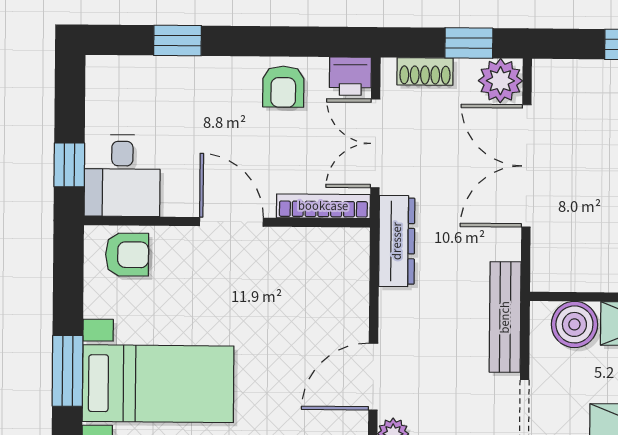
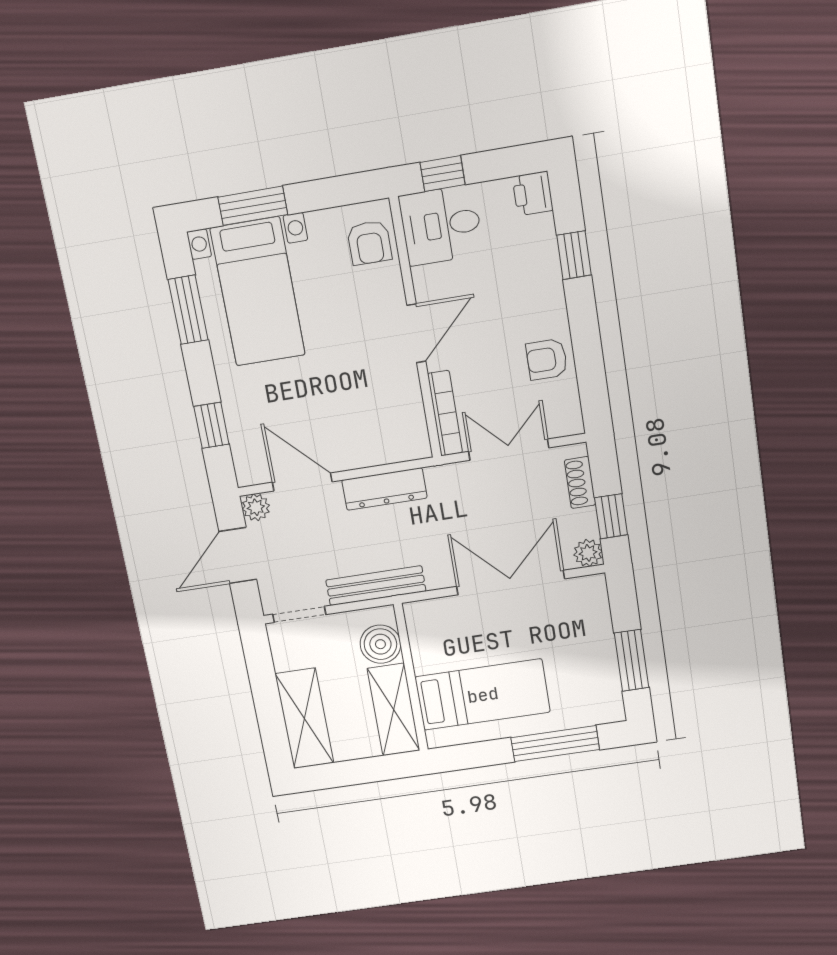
printer: (350, 76) -> (533, 194), moved
plant: (500, 81) -> (588, 553), width x0.73, depth x0.73
dresser: (397, 241) -> (384, 489), moved

